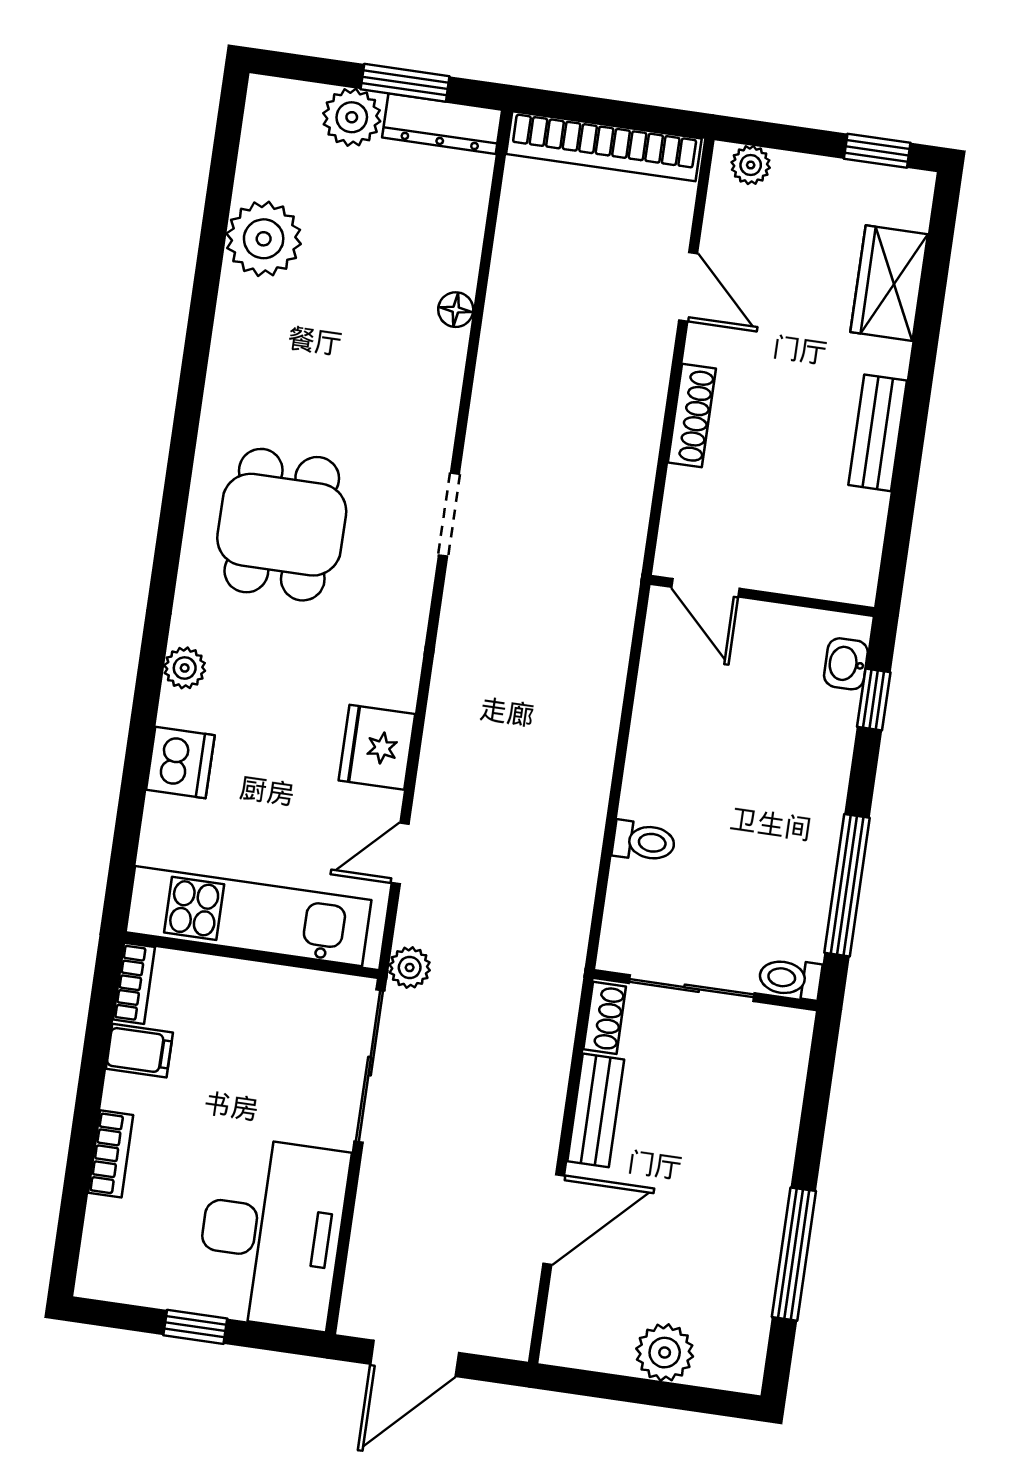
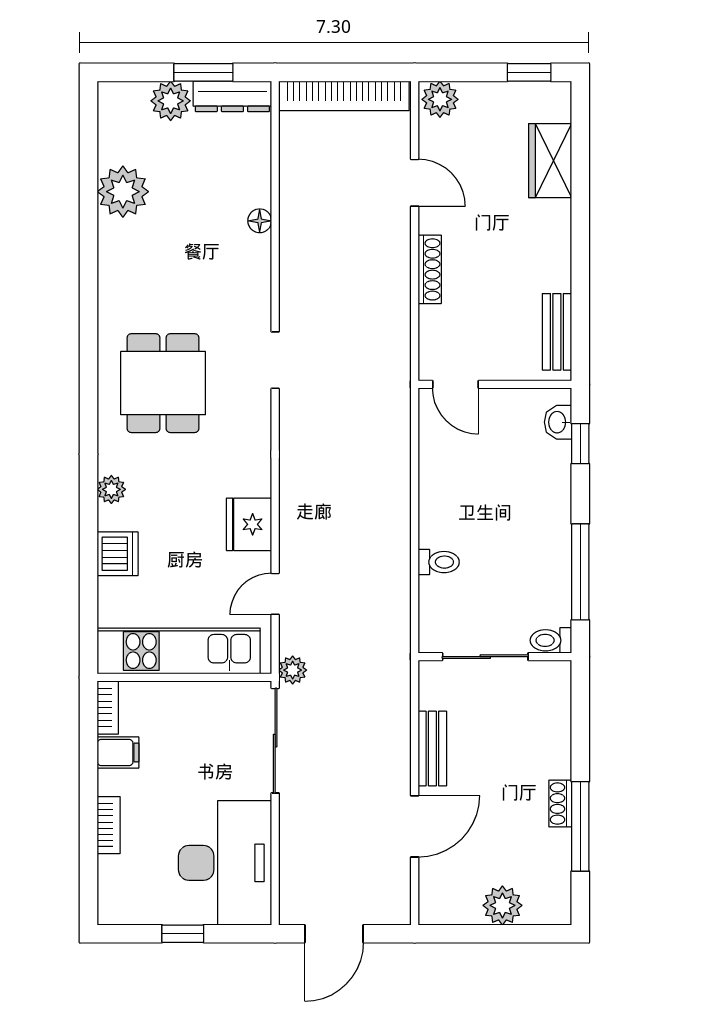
plant: (751, 165) -> (440, 99), width x1.38, depth x1.38
bench: (878, 433) -> (557, 332), moved
shoe rack: (605, 1018) -> (560, 804), moved, turned 180

